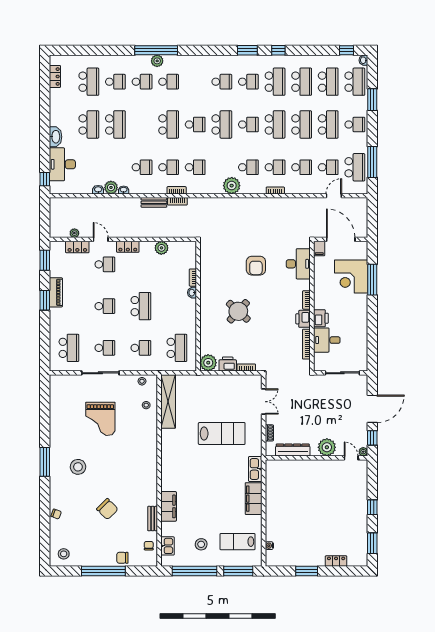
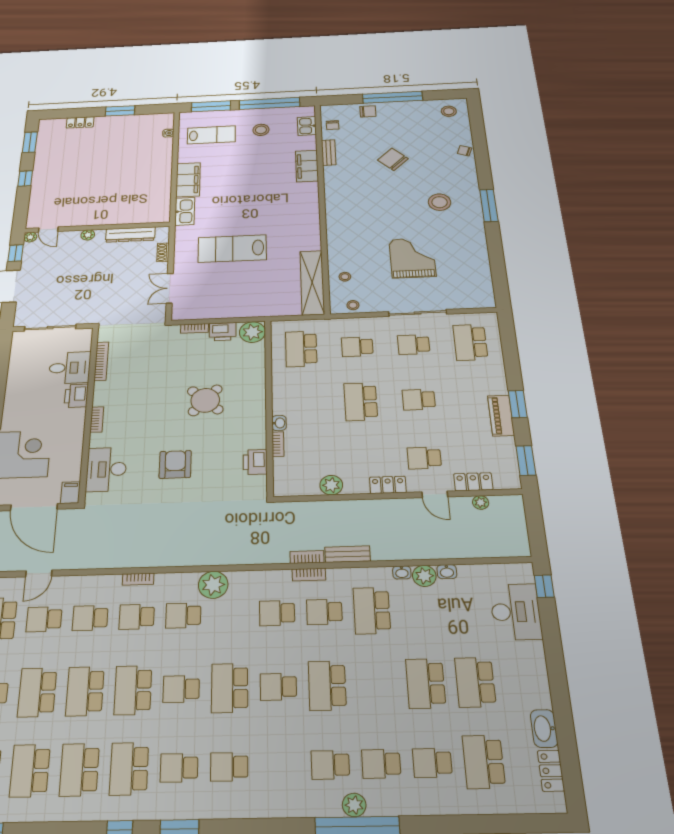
washbasin: (55, 137) -> (544, 728), moved
school desk: (142, 167) -> (372, 611), width x1.85
printer: (303, 319) -> (255, 462), moved, turned 180
plant: (327, 447) -> (88, 235), width x0.53, depth x0.53

